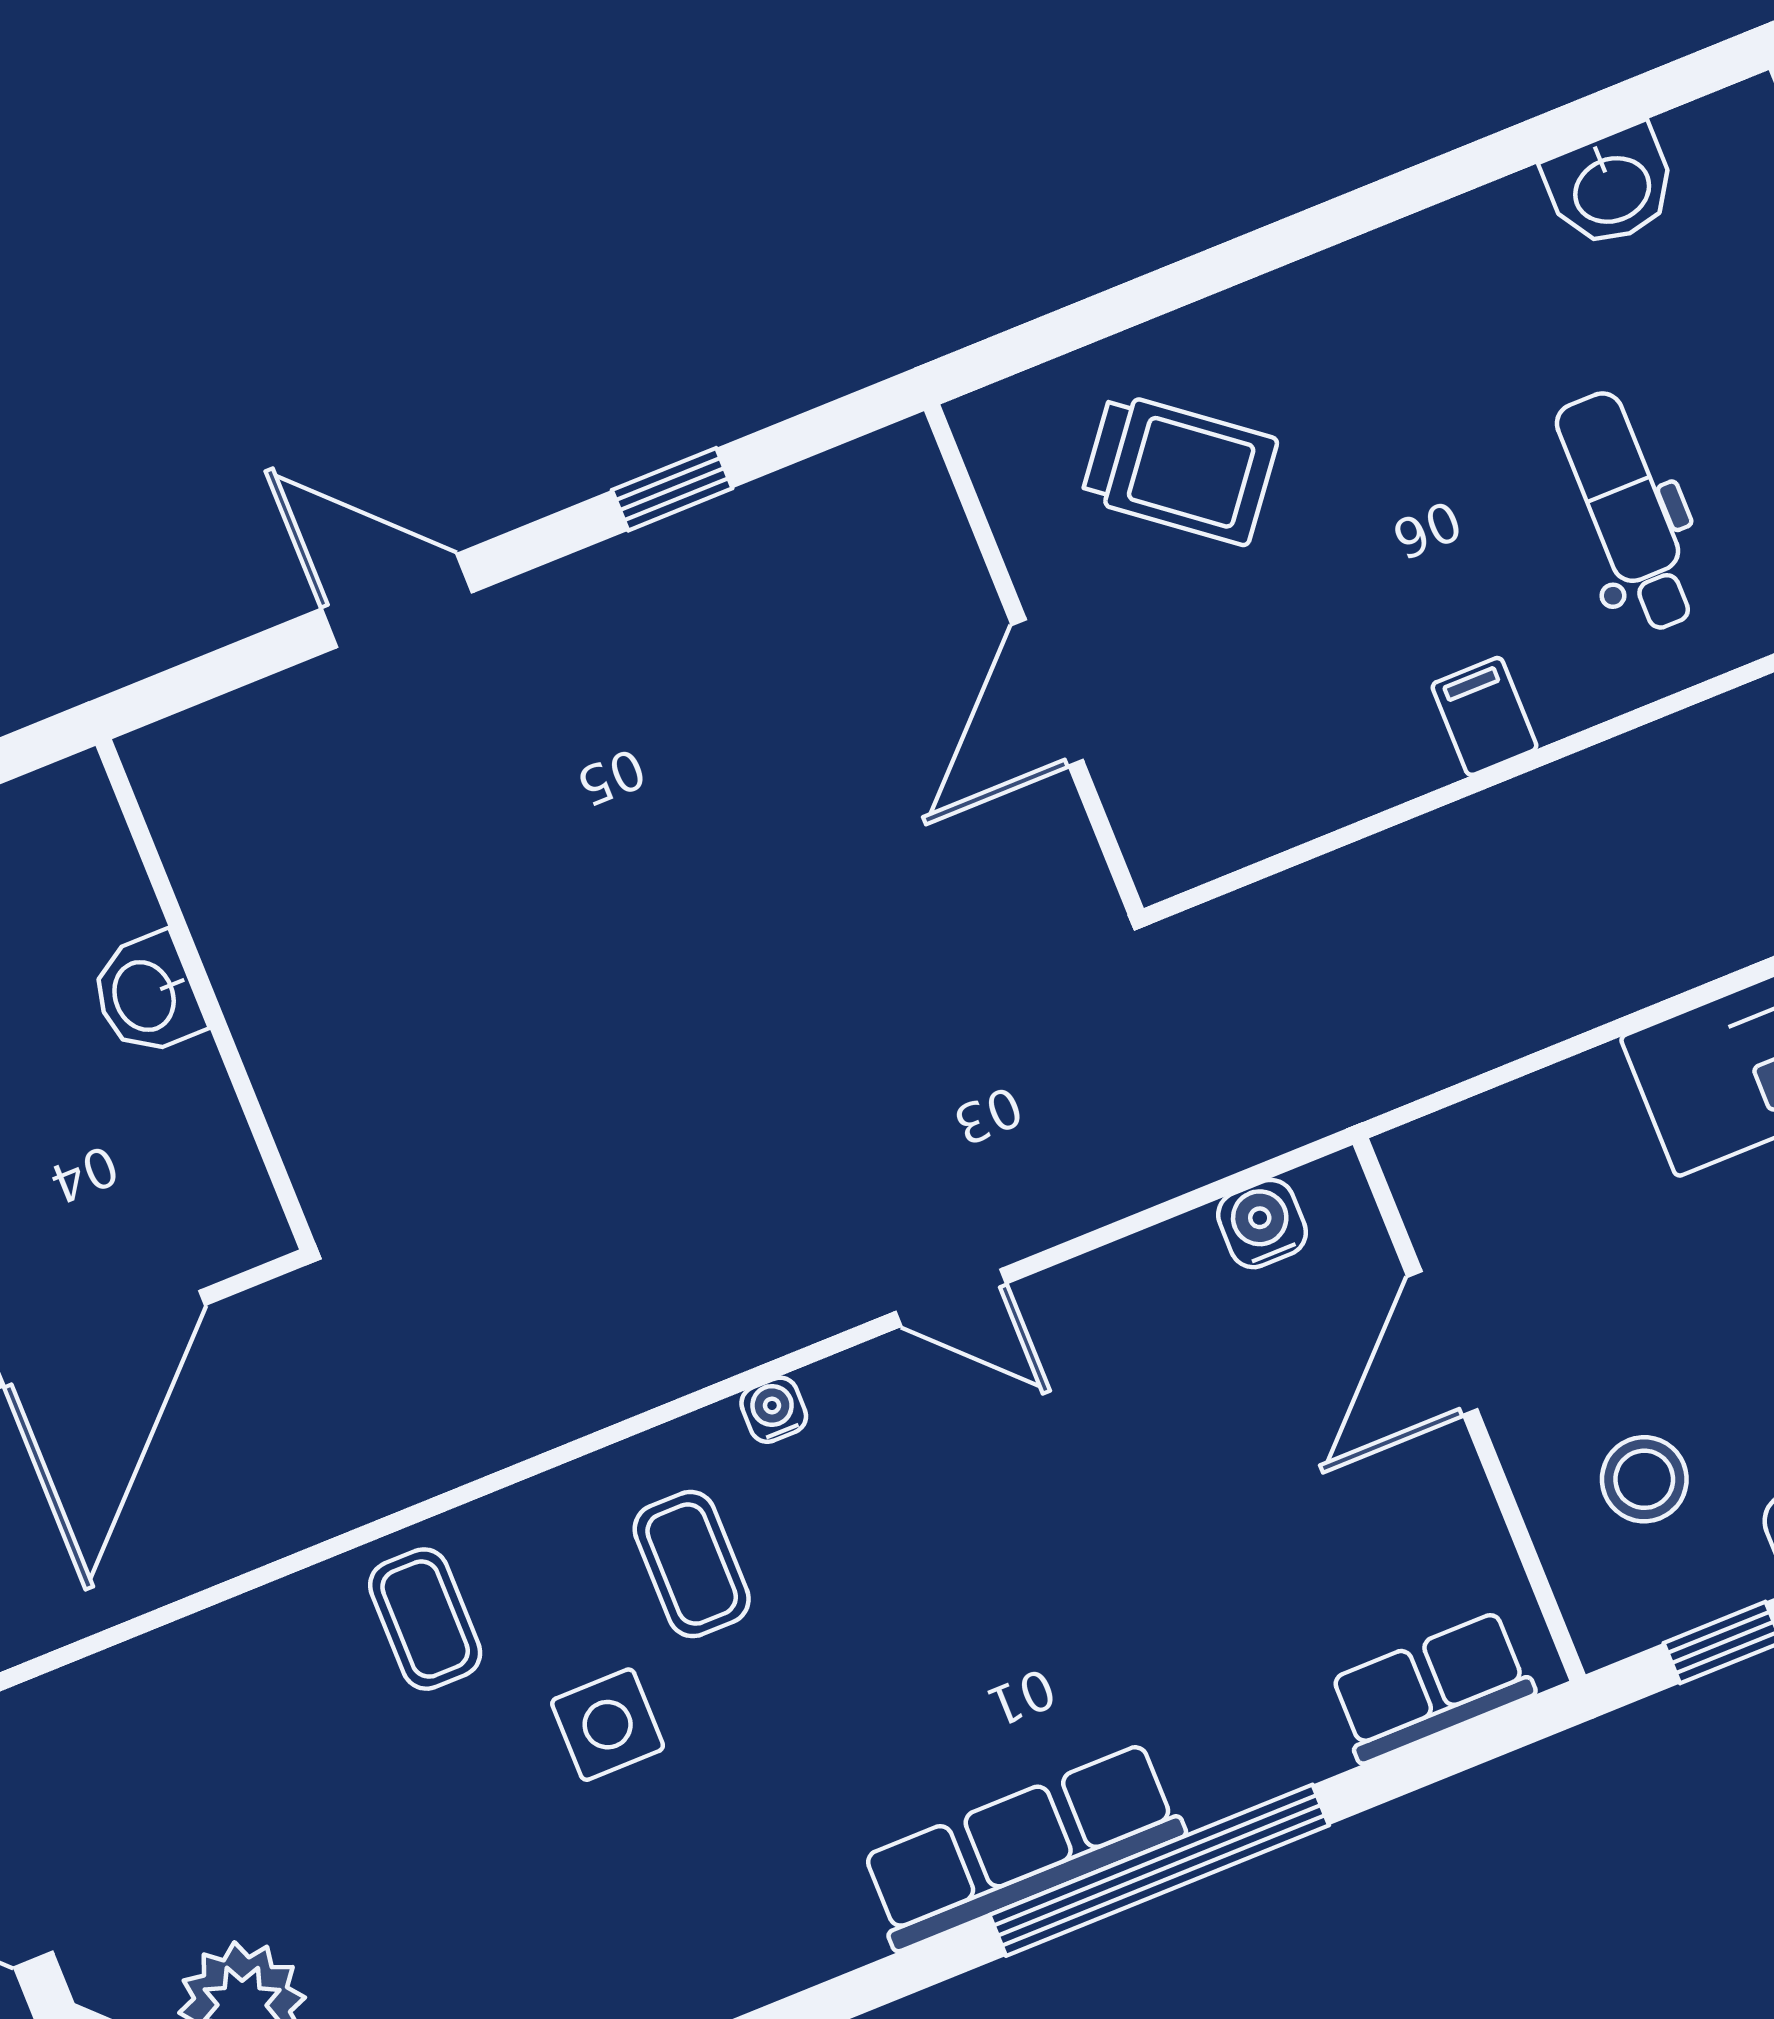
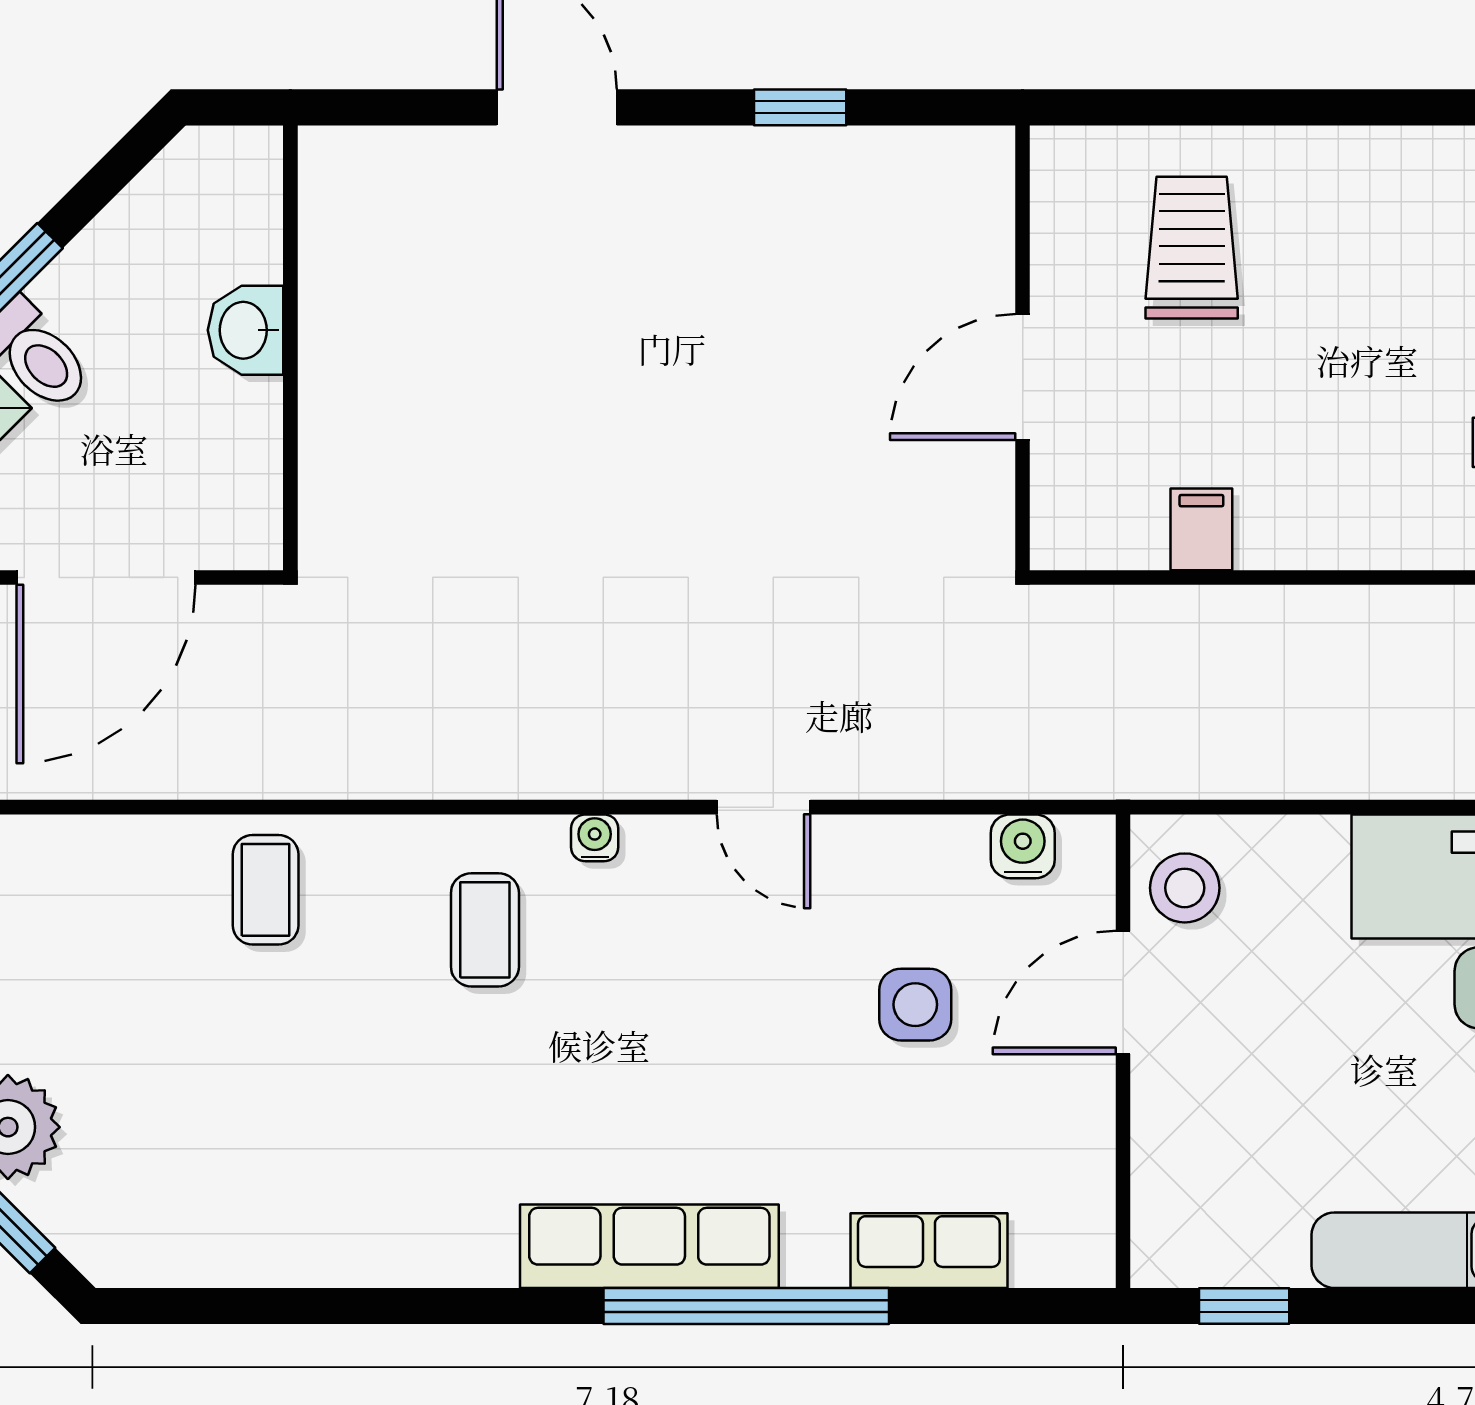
trolley: (1179, 469) -> (1192, 248), turned -128
filing cabinet: (1484, 716) -> (1201, 529), moved
stool: (1644, 1479) -> (1185, 888), moved
row of seats: (1431, 1687) -> (929, 1251), moved
side table: (608, 1725) -> (915, 1005), moved

